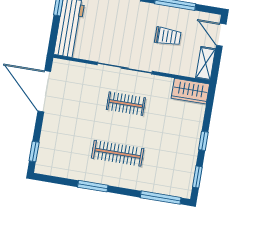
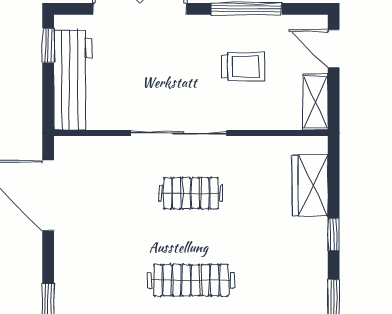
wardrobe: (190, 91) -> (310, 185), moved, turned 90

